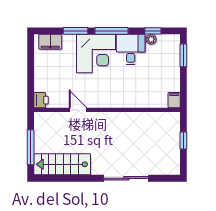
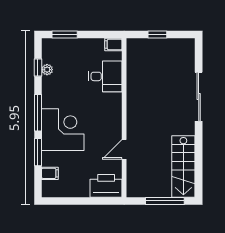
filing cabinet: (50, 42) -> (50, 173), width x0.50
desk: (131, 50) -> (105, 76), moved, turned 180
printer: (41, 100) -> (106, 186), width x1.87, depth x1.48

